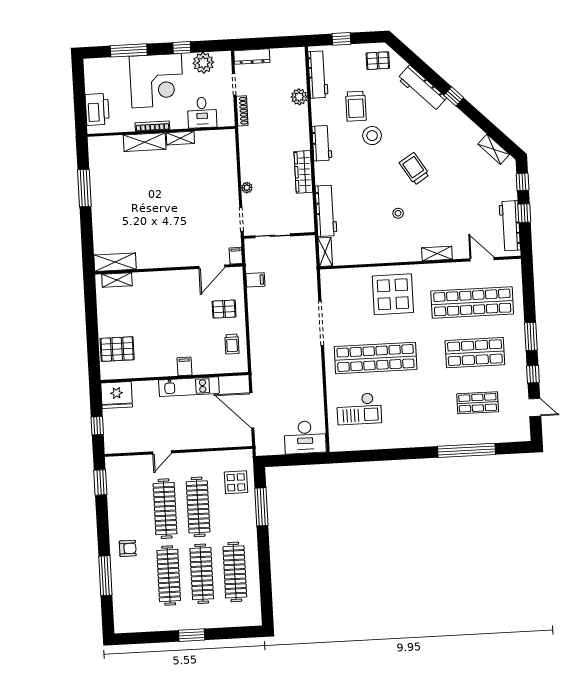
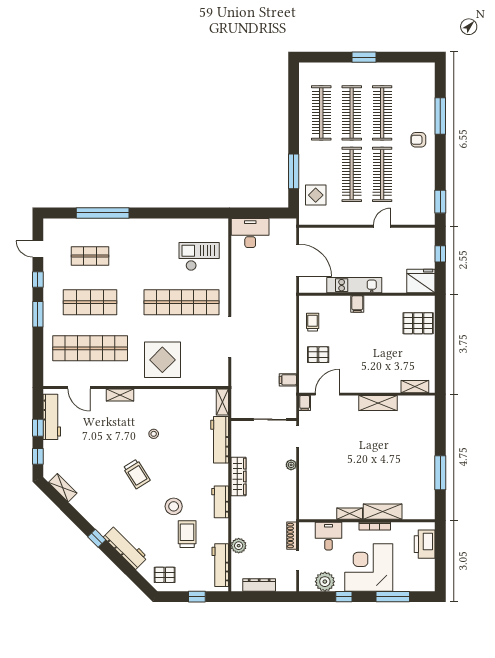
dresser: (252, 57) -> (259, 585), moved
shelving: (115, 262) -> (378, 403), moved

